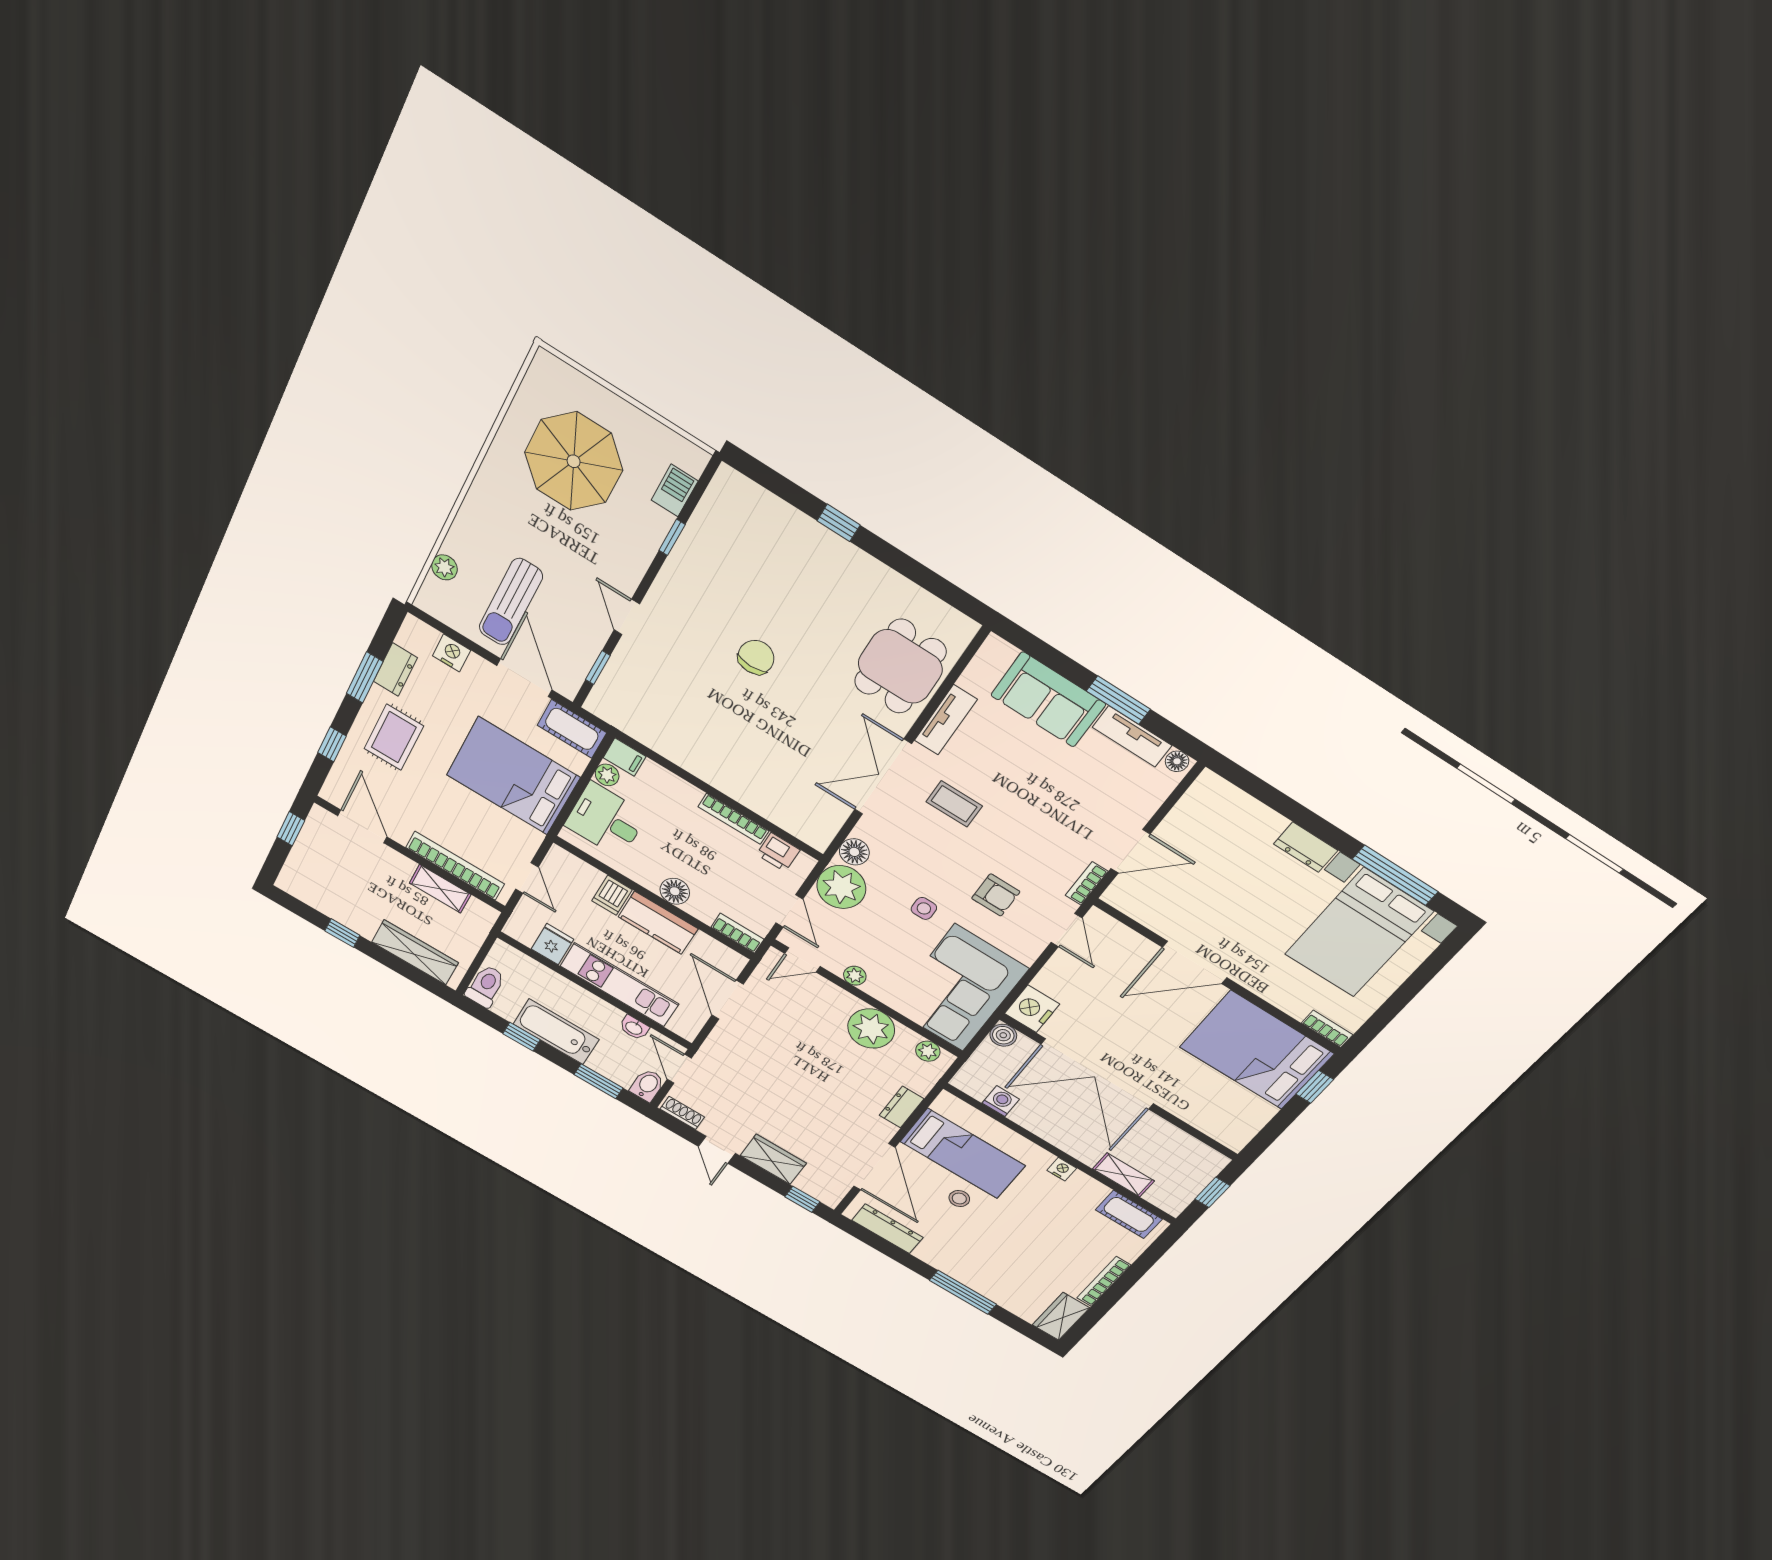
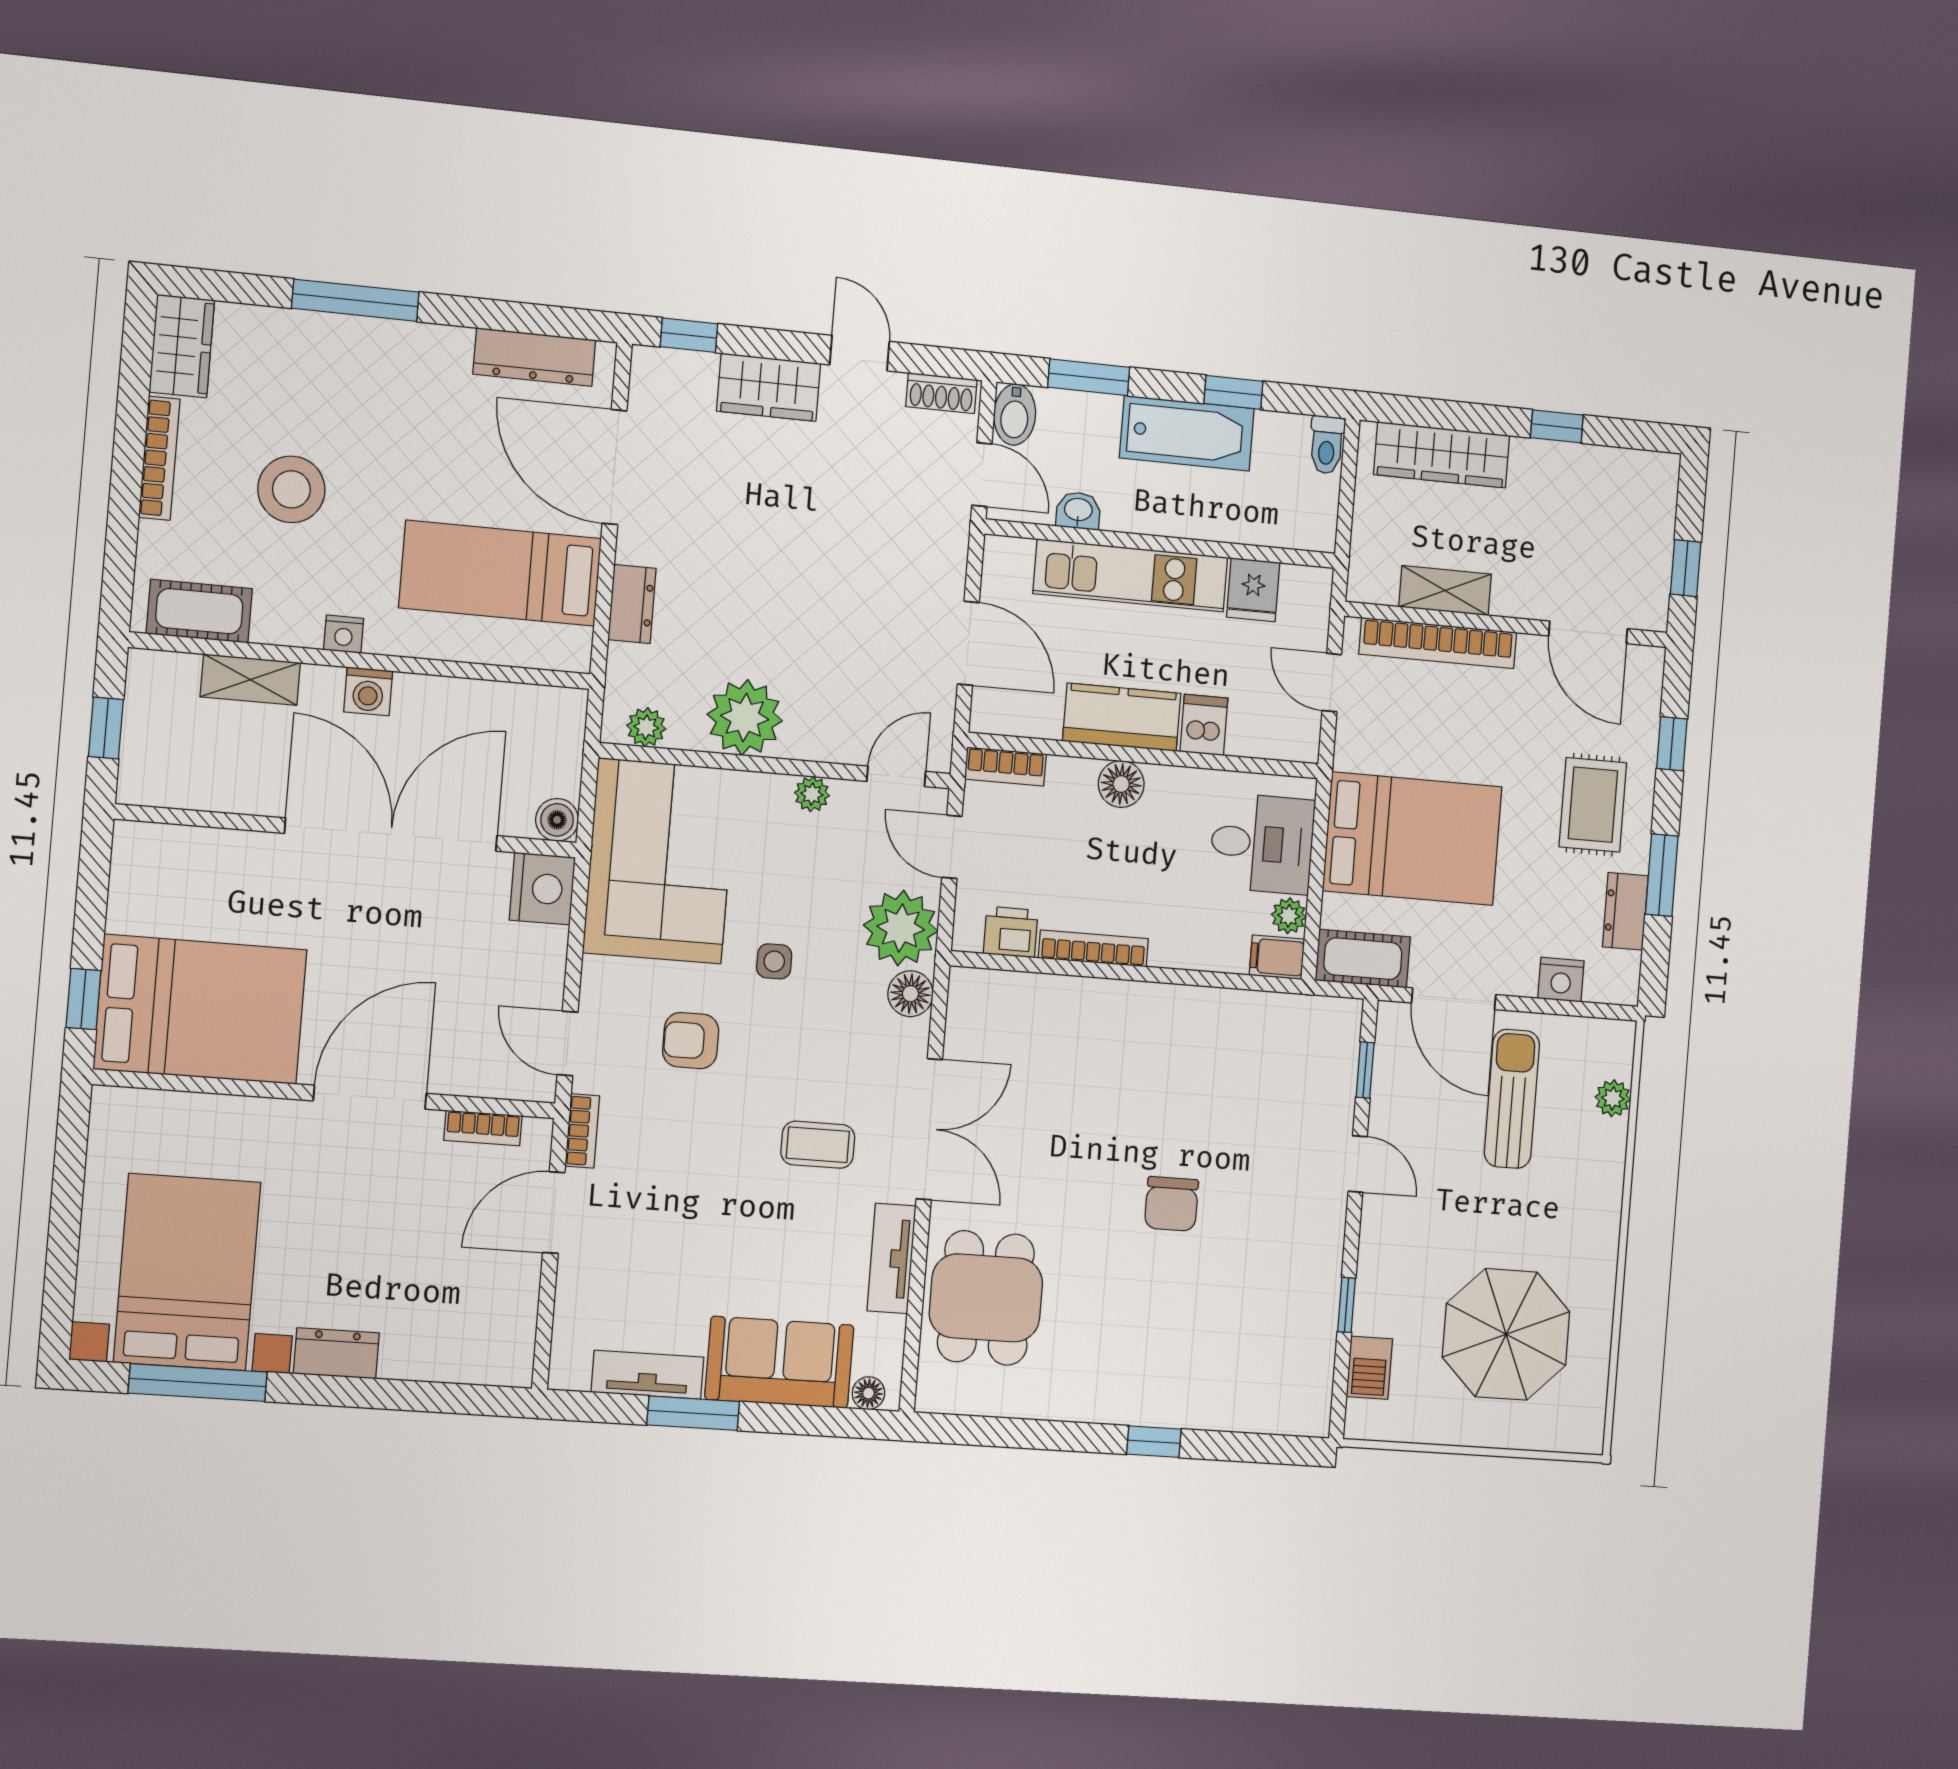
floor lamp: (1177, 761) -> (868, 1393), moved
toilet: (486, 986) -> (1327, 445), width x0.73, depth x0.72
bookcase: (1327, 1029) -> (483, 1128), moved
washing machine: (1001, 1101) -> (368, 691), moved
stool: (959, 1199) -> (291, 489), moved, width x1.89, depth x1.89

